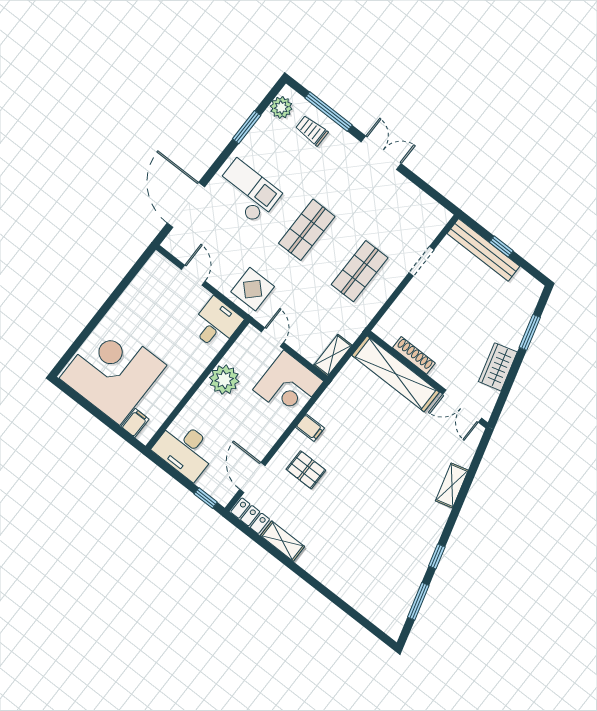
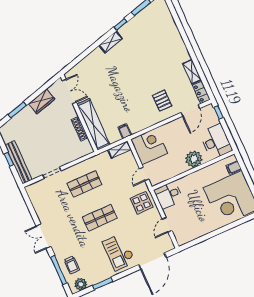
plant: (224, 380) -> (194, 159), moved
filing cabinet: (310, 428) -> (125, 131), moved
shelving: (452, 485) -> (111, 42), moved

